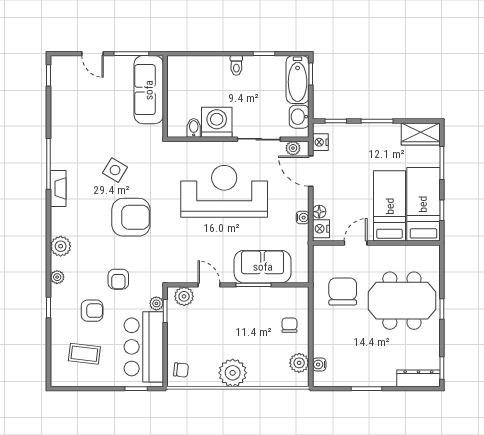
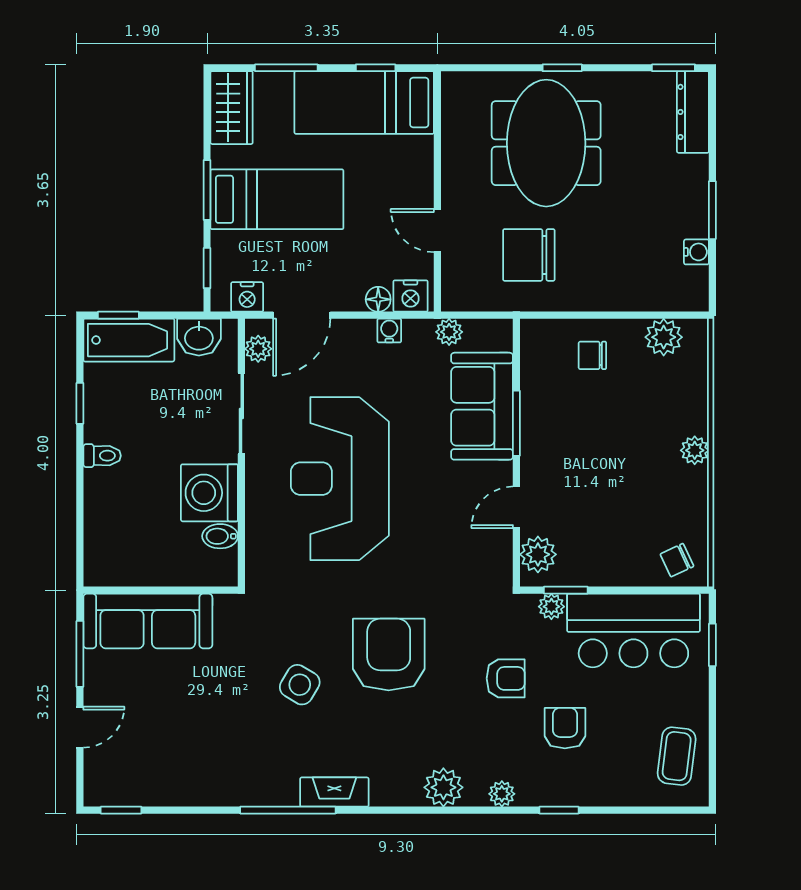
bed: (390, 206) -> (277, 199), moved, turned 180
plant: (302, 249) -> (449, 332), added
coffee table: (84, 354) -> (677, 756), moved
water cooler: (319, 365) -> (696, 252), moved, turned -90
chair: (181, 370) -> (677, 560), turned -121
plant: (233, 373) -> (695, 450), width x0.53, depth x0.53

